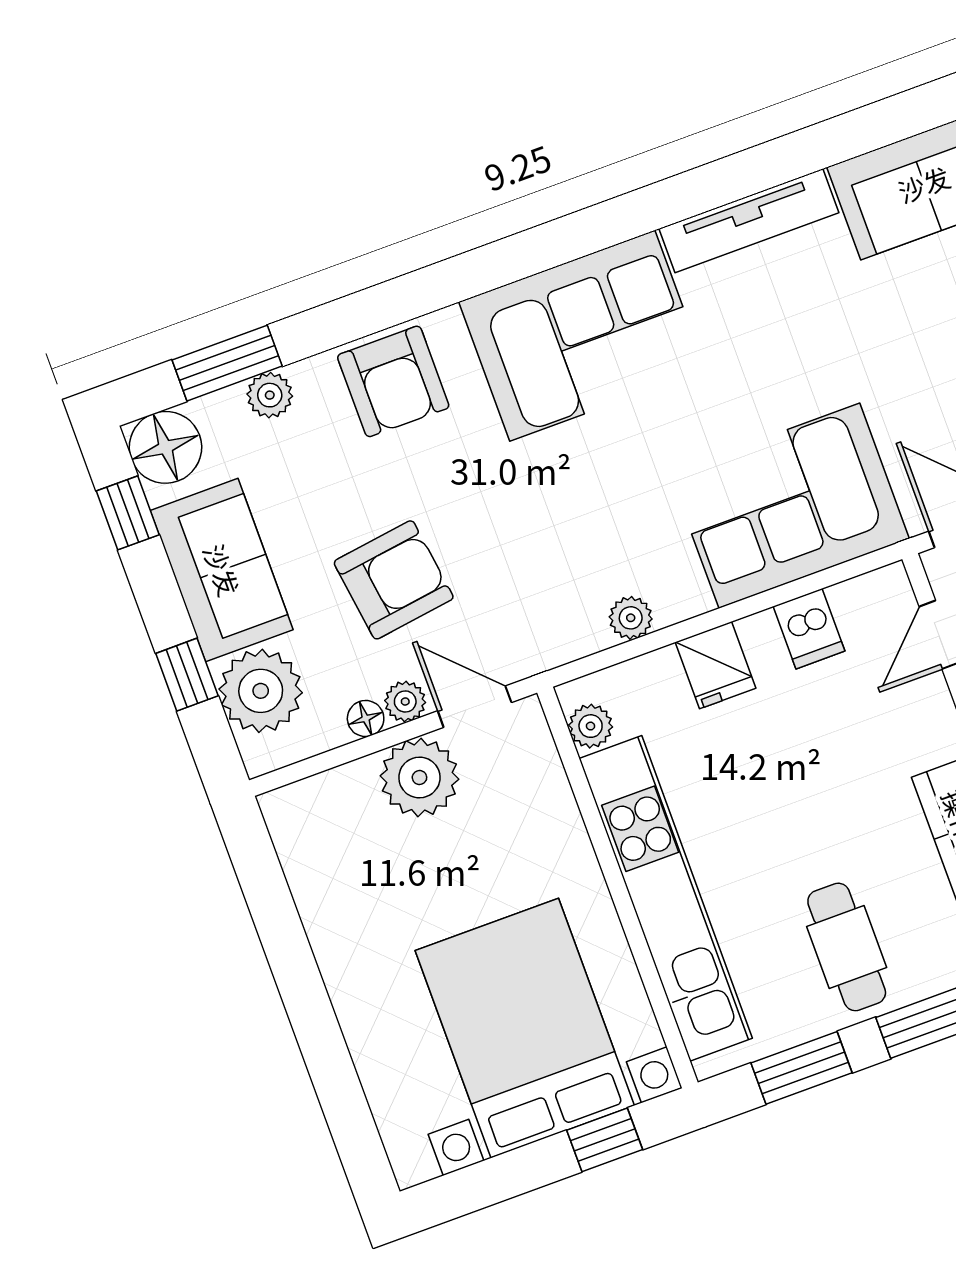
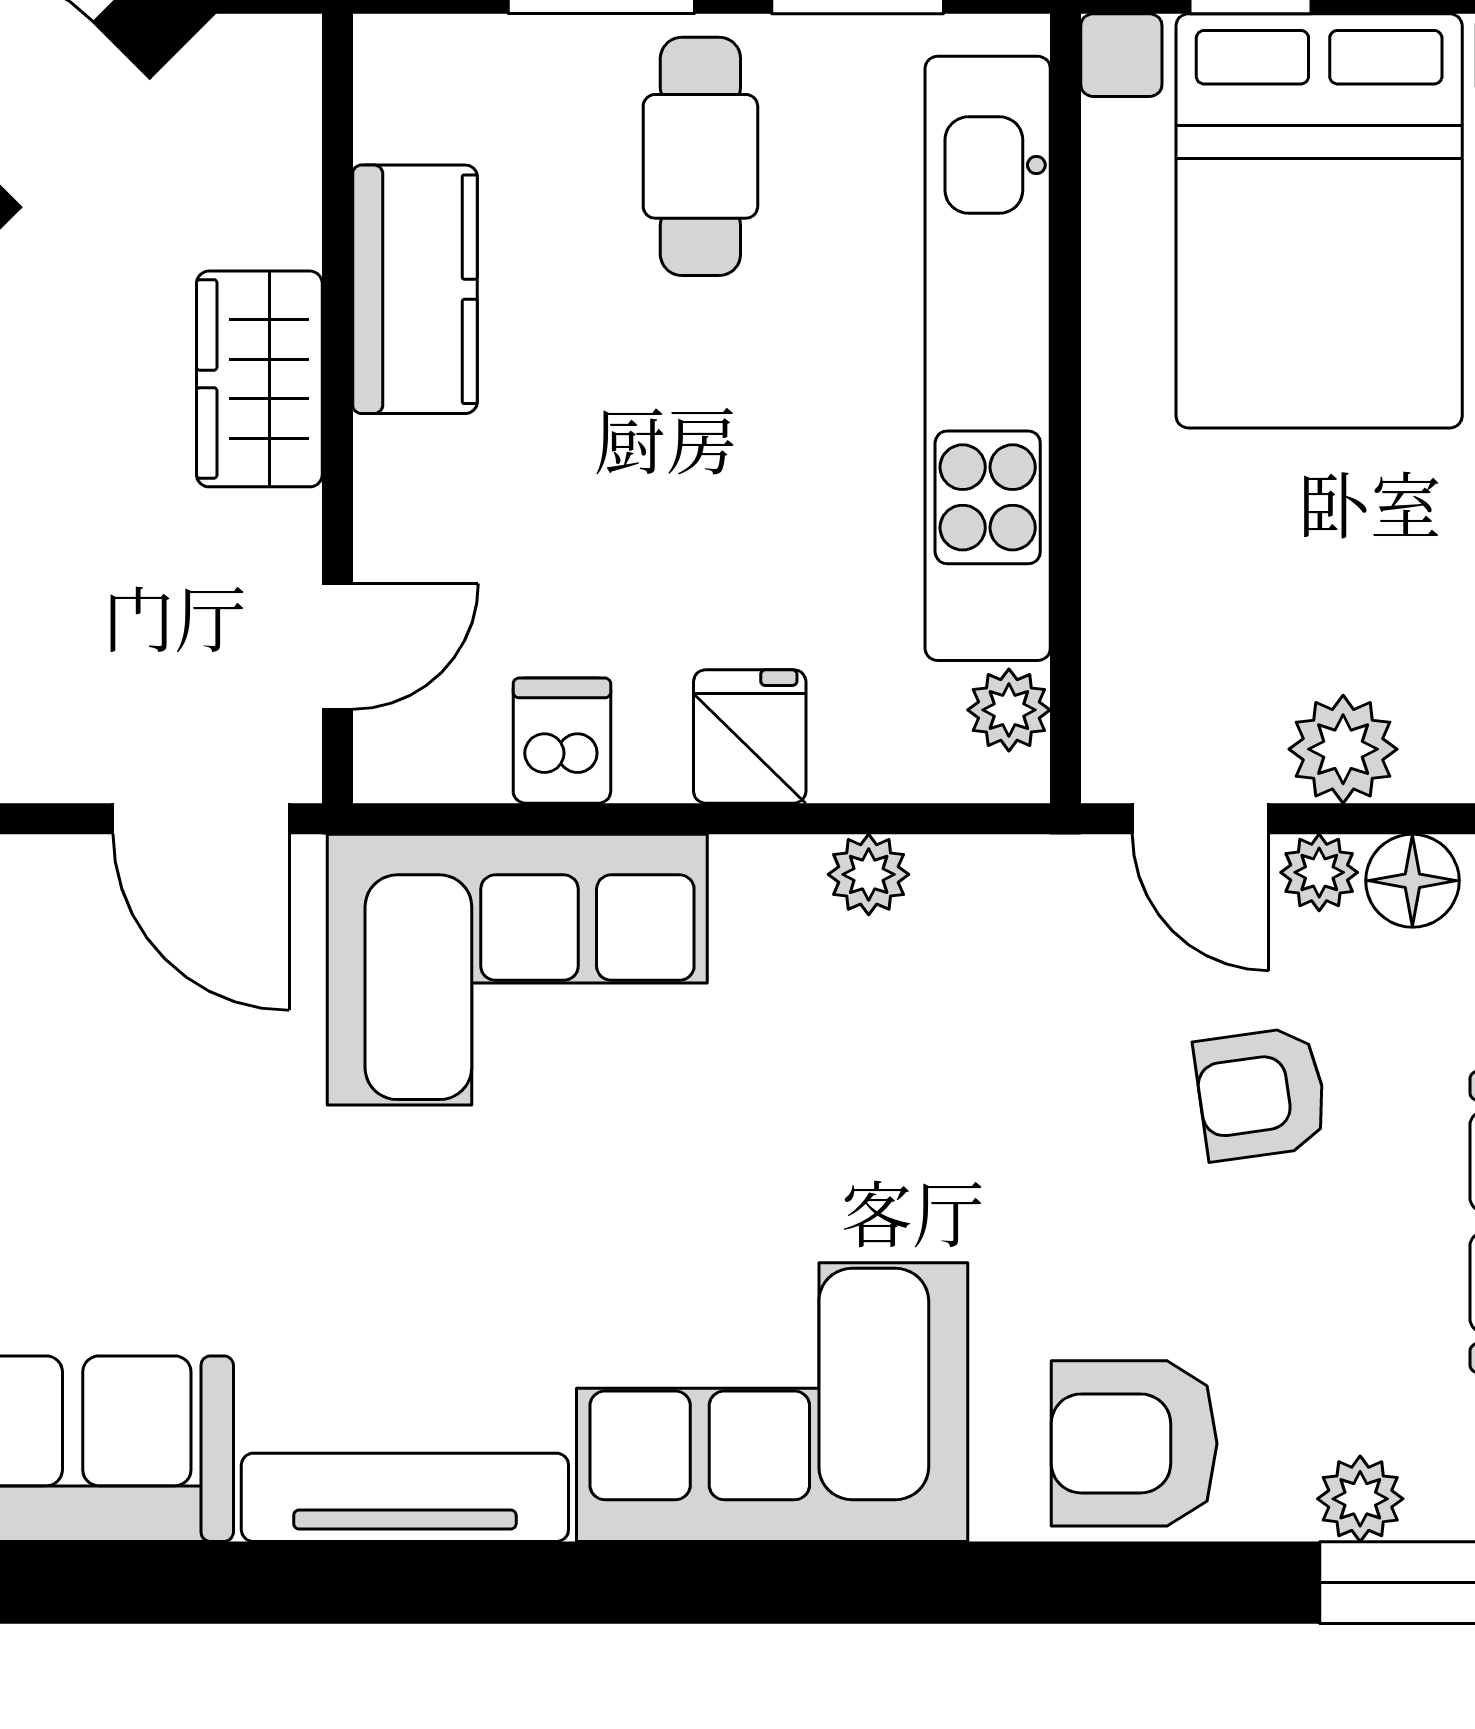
armchair: (393, 381) -> (1134, 1443), turned -90
armchair: (394, 580) -> (1261, 1094), width x0.72, depth x0.72
floor lamp: (366, 718) -> (1412, 881), width x1.37, depth x1.37
plant: (419, 778) -> (1343, 749), width x0.73, depth x0.73

